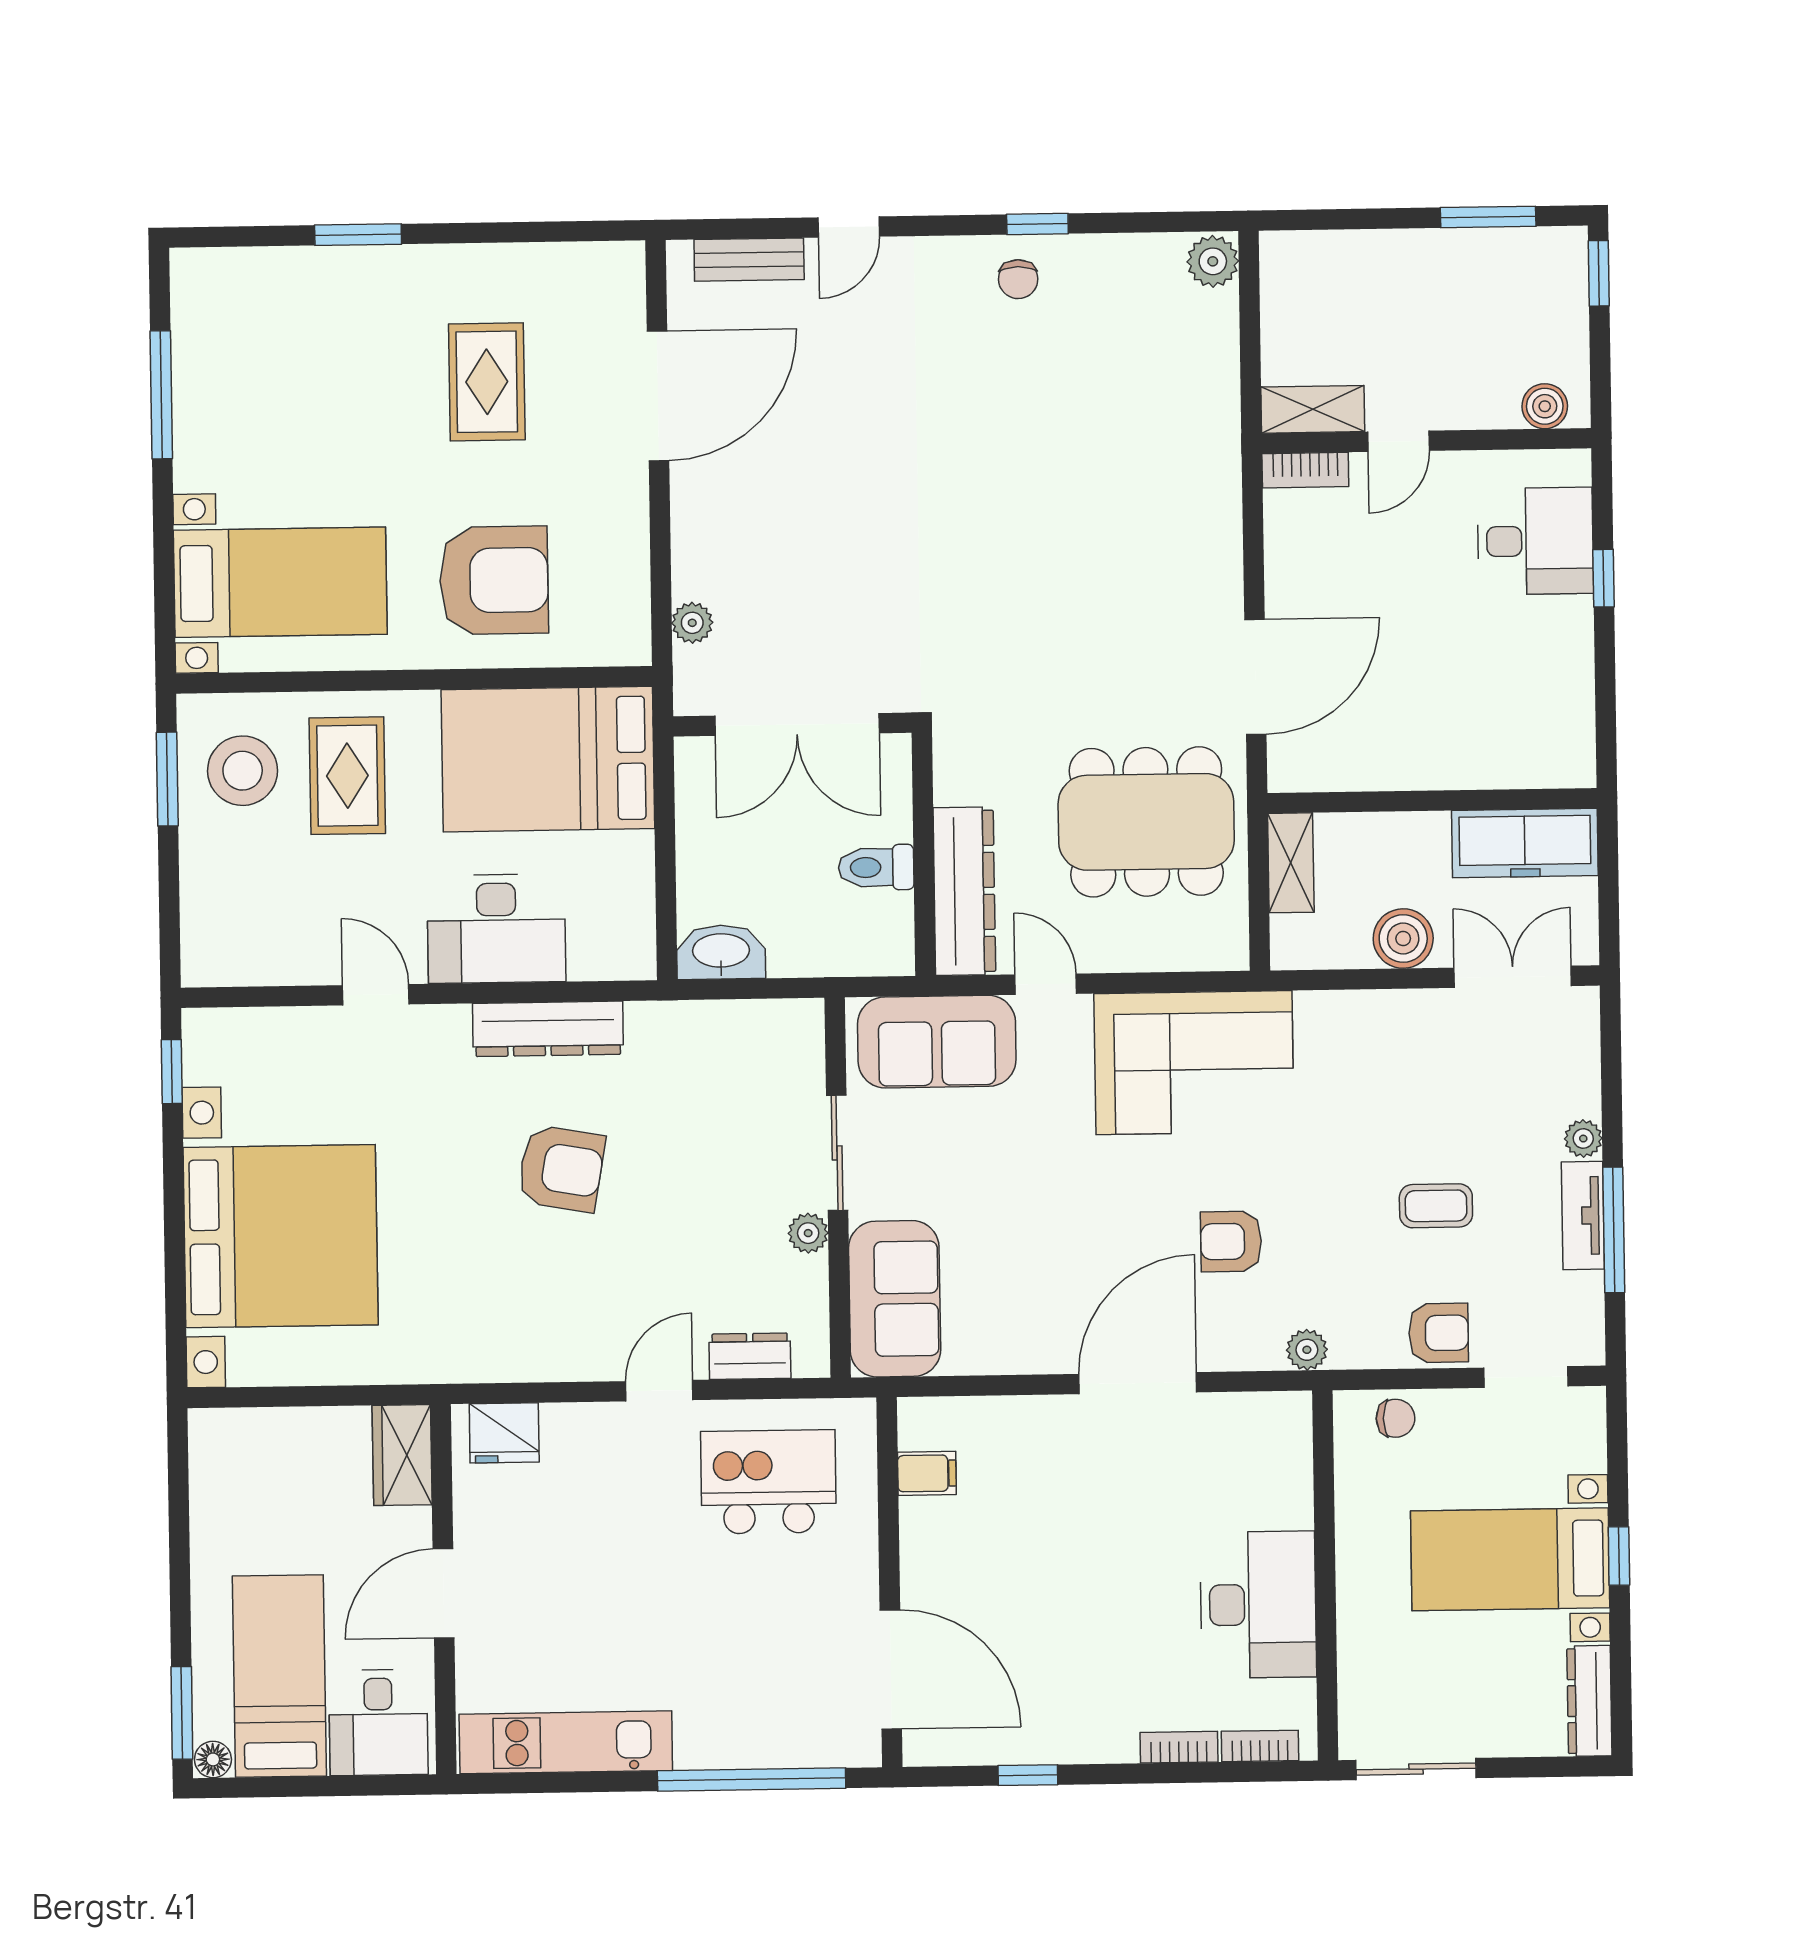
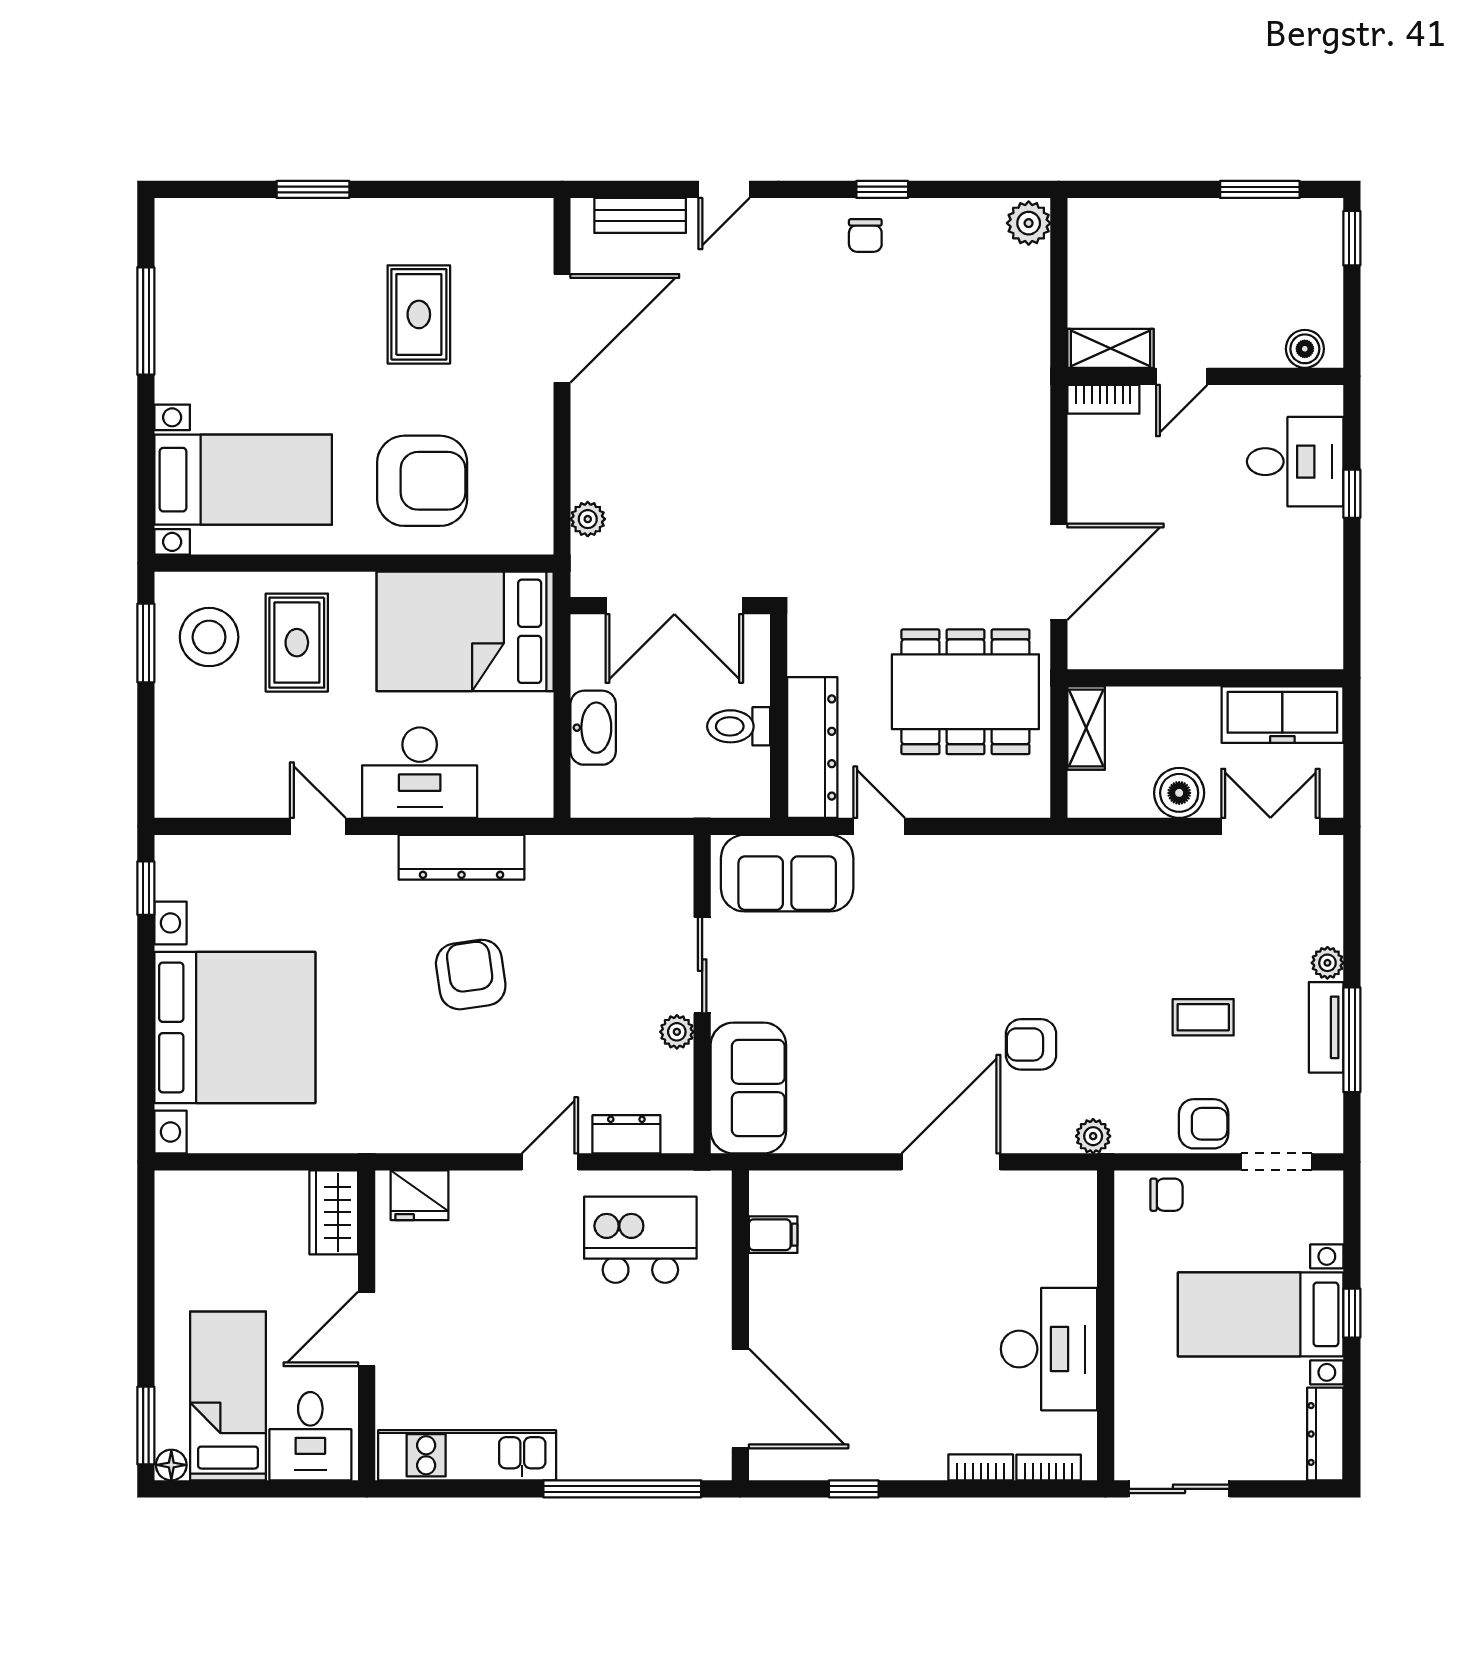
washbasin: (721, 952) -> (593, 728), moved, turned 90
corner sofa: (1194, 1063) -> (1002, 894), removed
armchair: (561, 1169) -> (471, 975), turned -108

